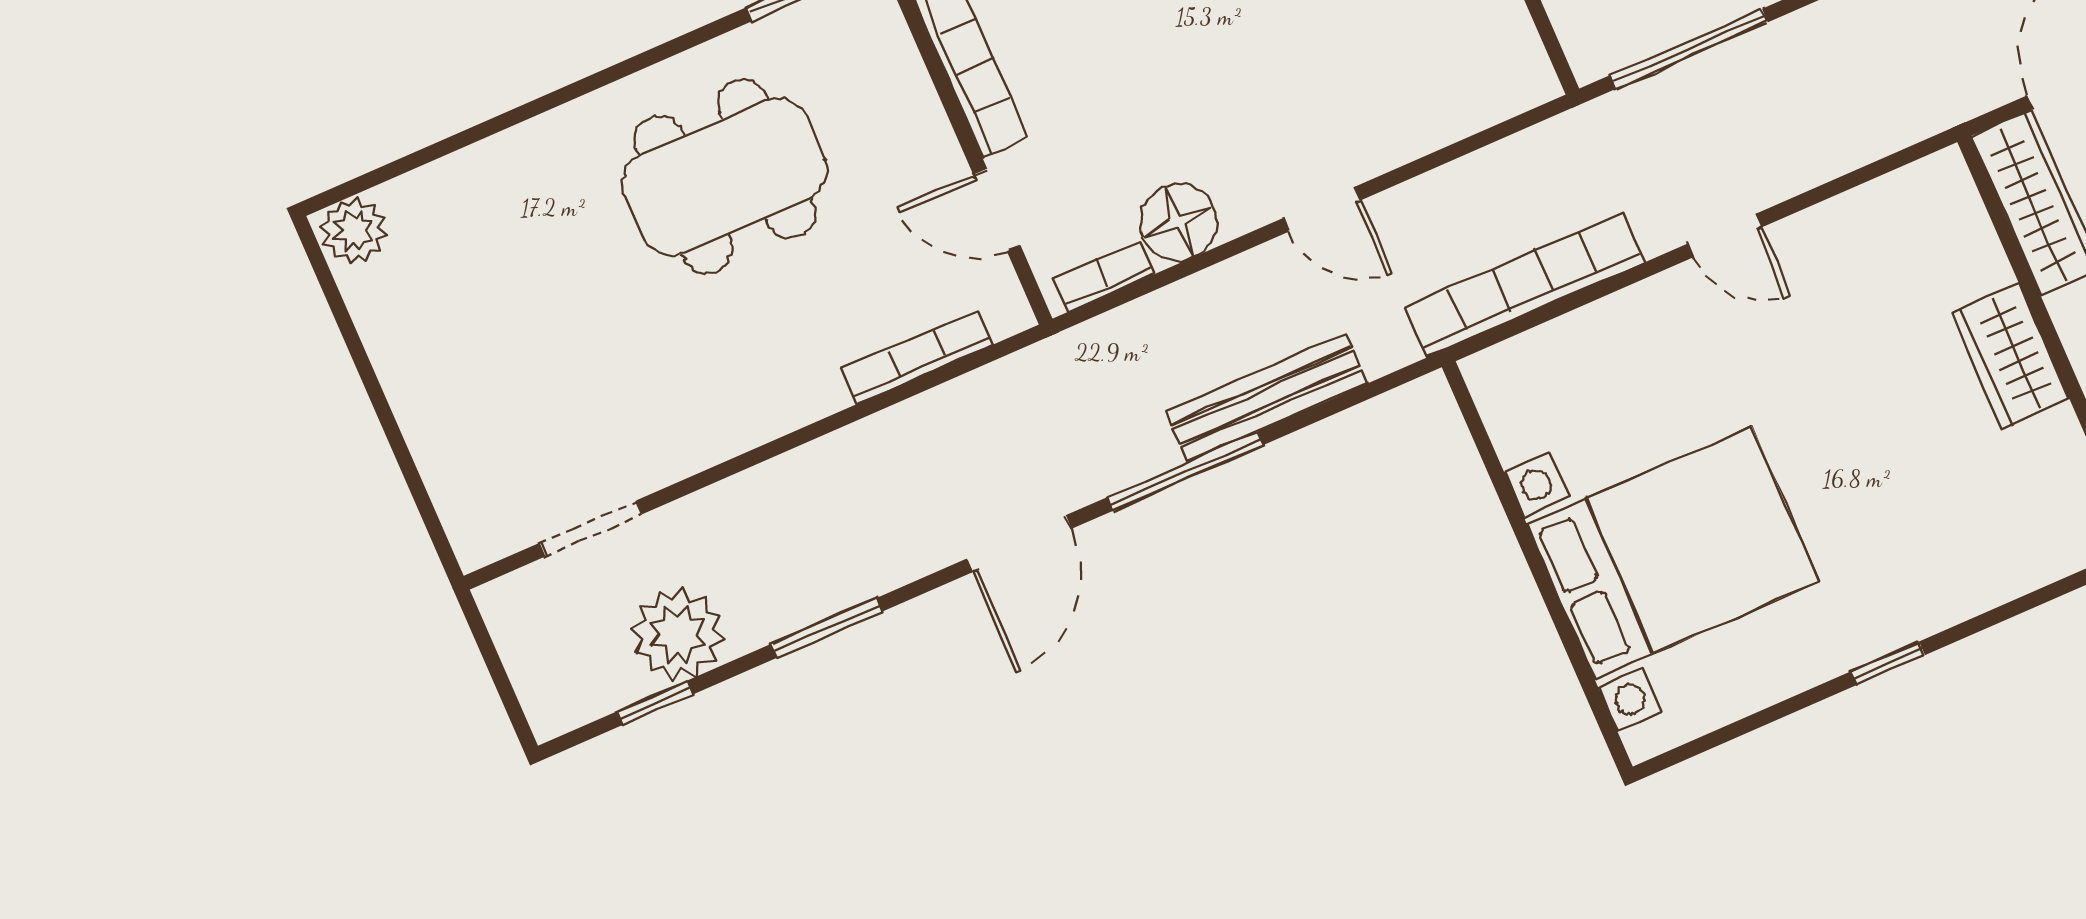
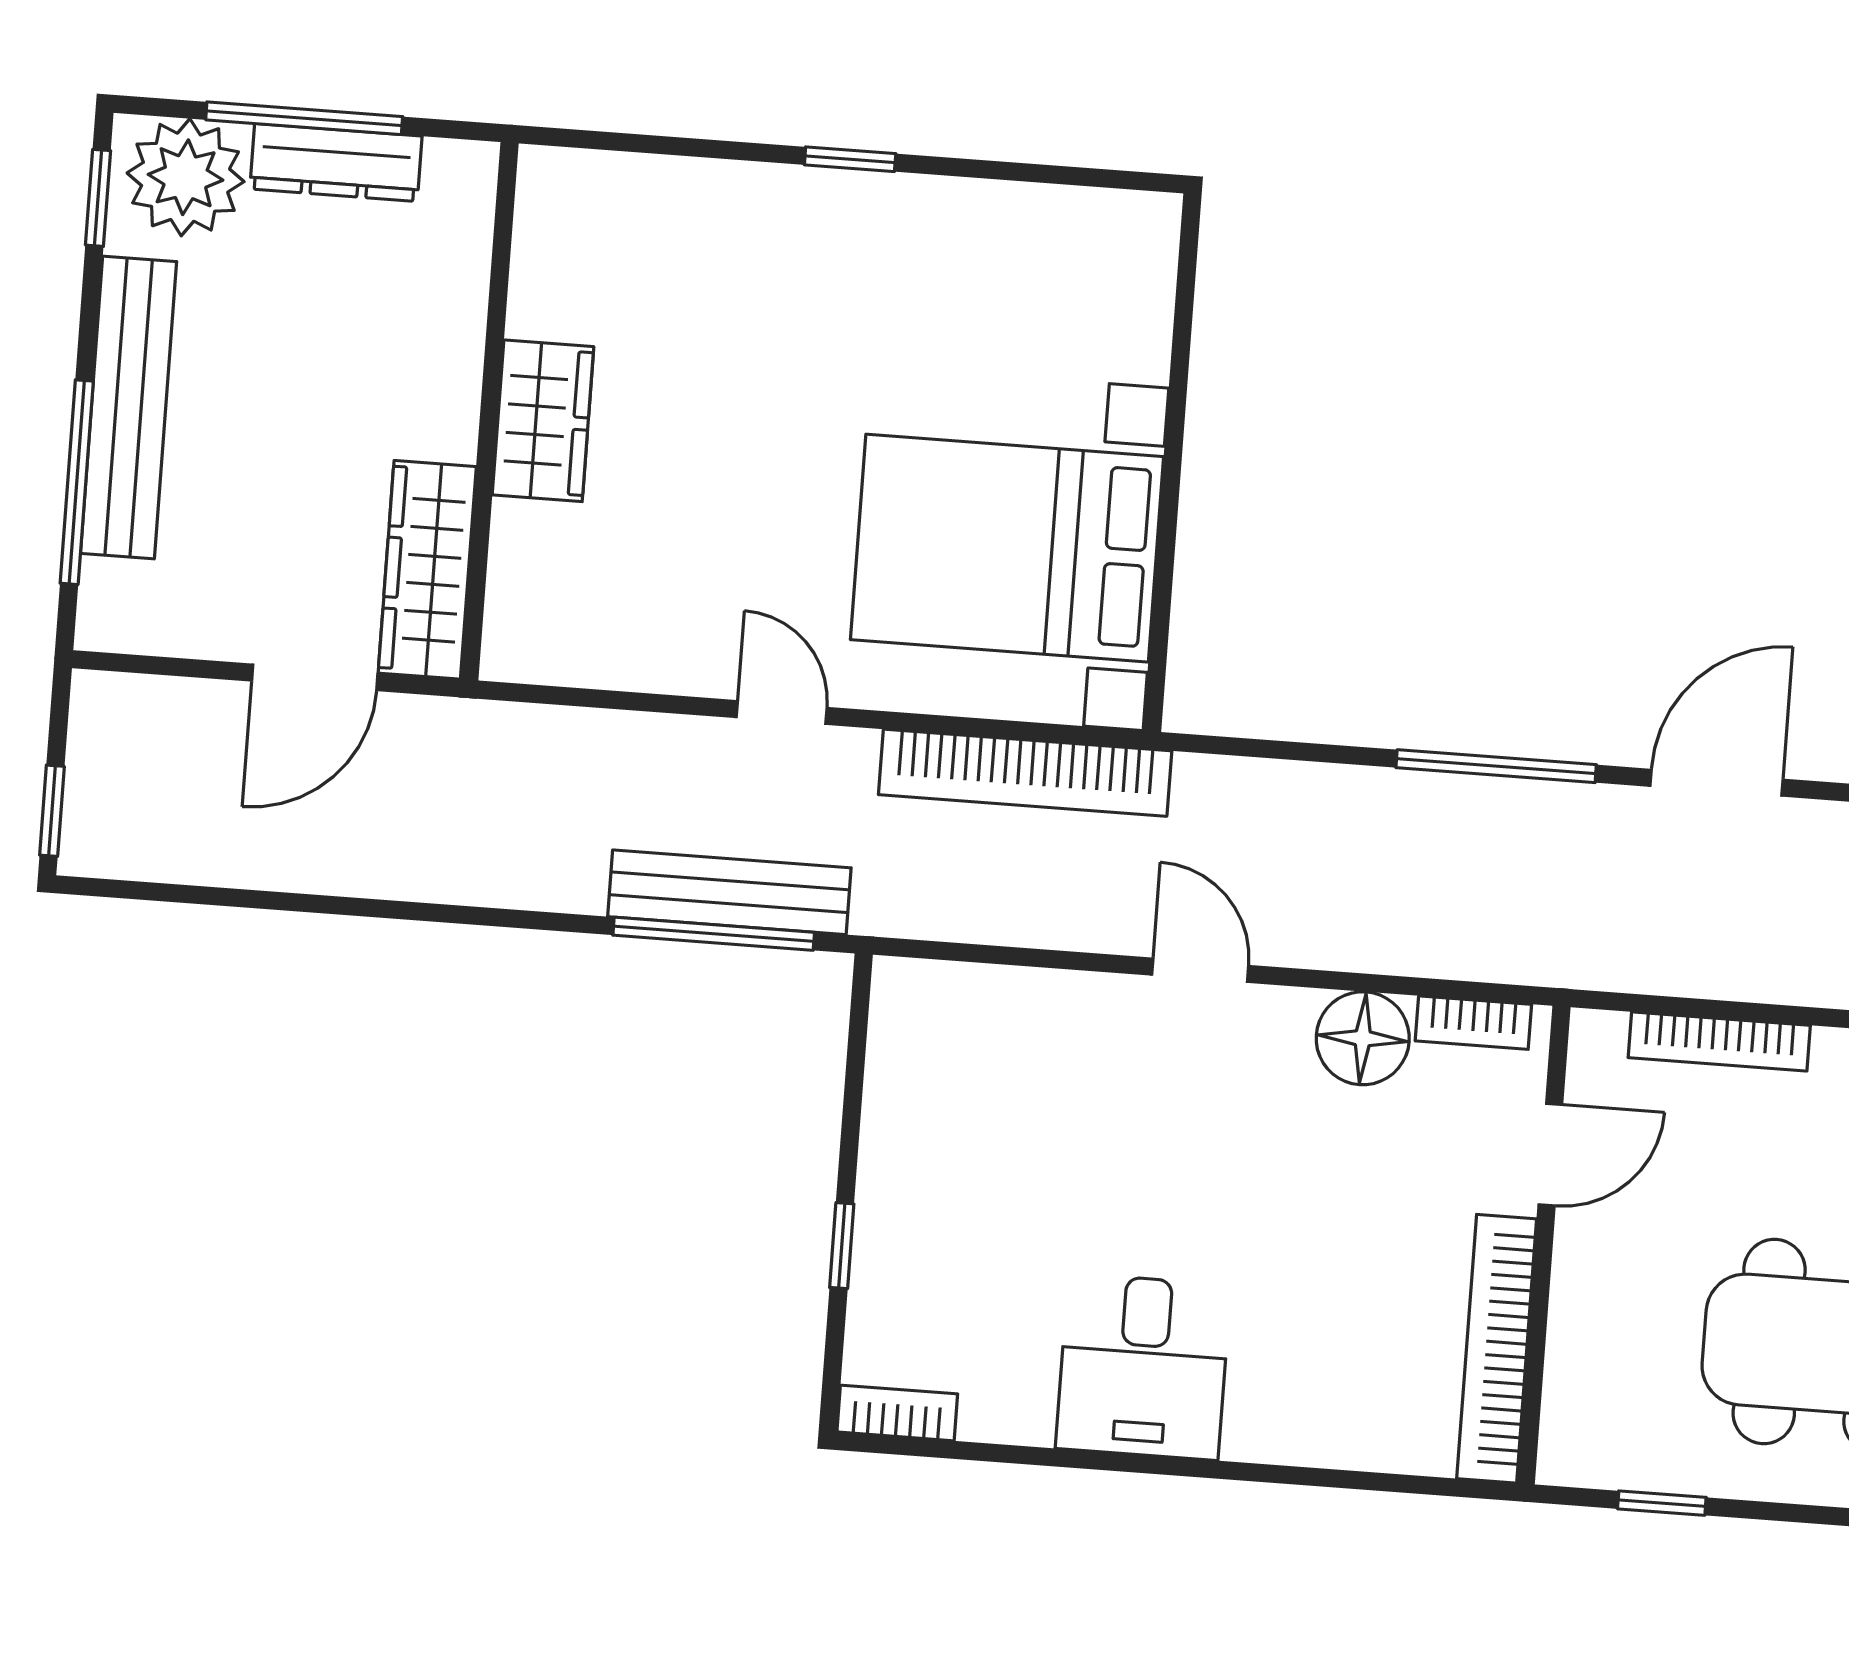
door: (997, 210) -> (1550, 1155), hinge flipped
bench: (1267, 397) -> (729, 892), moved
bed with nightstands: (1673, 553) -> (1007, 548), moved

